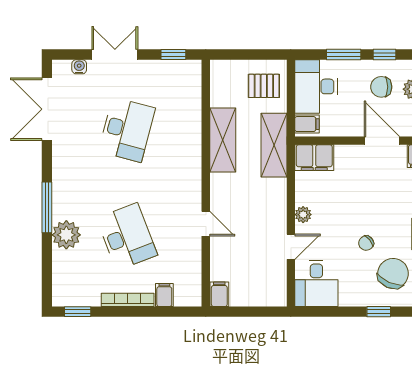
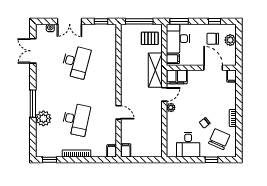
double door: (115, 55) -> (70, 21), swing flipped
window: (244, 55) -> (139, 21), added
window: (344, 55) -> (179, 21), moved
double door: (47, 109) -> (33, 51), width x0.73
shelving: (223, 140) -> (128, 67), removed
desk: (127, 237) -> (76, 119), turned 33
door: (291, 247) -> (164, 94), moved
desk: (316, 283) -> (188, 145), moved
filing cabinet: (164, 295) -> (112, 151), moved

